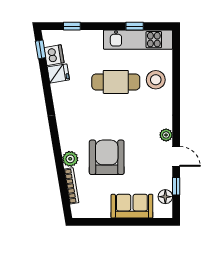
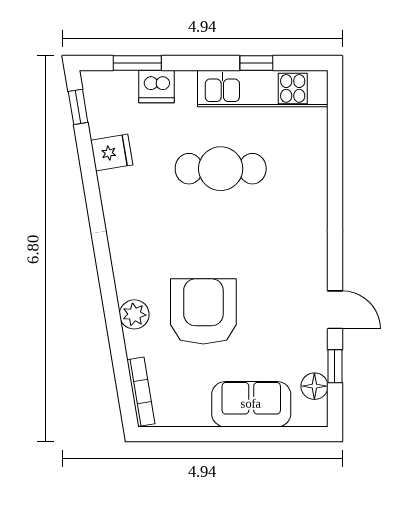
window: (72, 26) -> (137, 63), width x1.50
dishwasher: (54, 55) -> (157, 86), moved, turned 99
stool: (156, 80) -> (296, 165), removed
plant: (166, 135) -> (316, 269), removed
bookcase: (71, 186) -> (141, 392), moved

